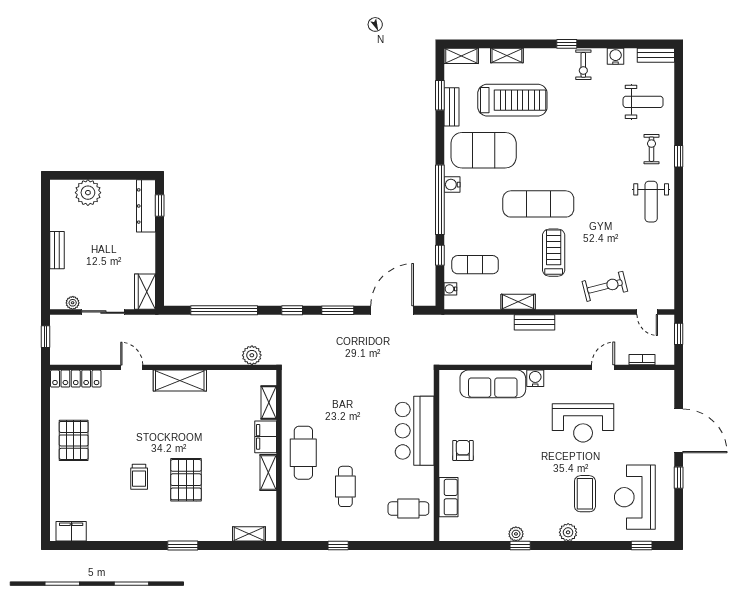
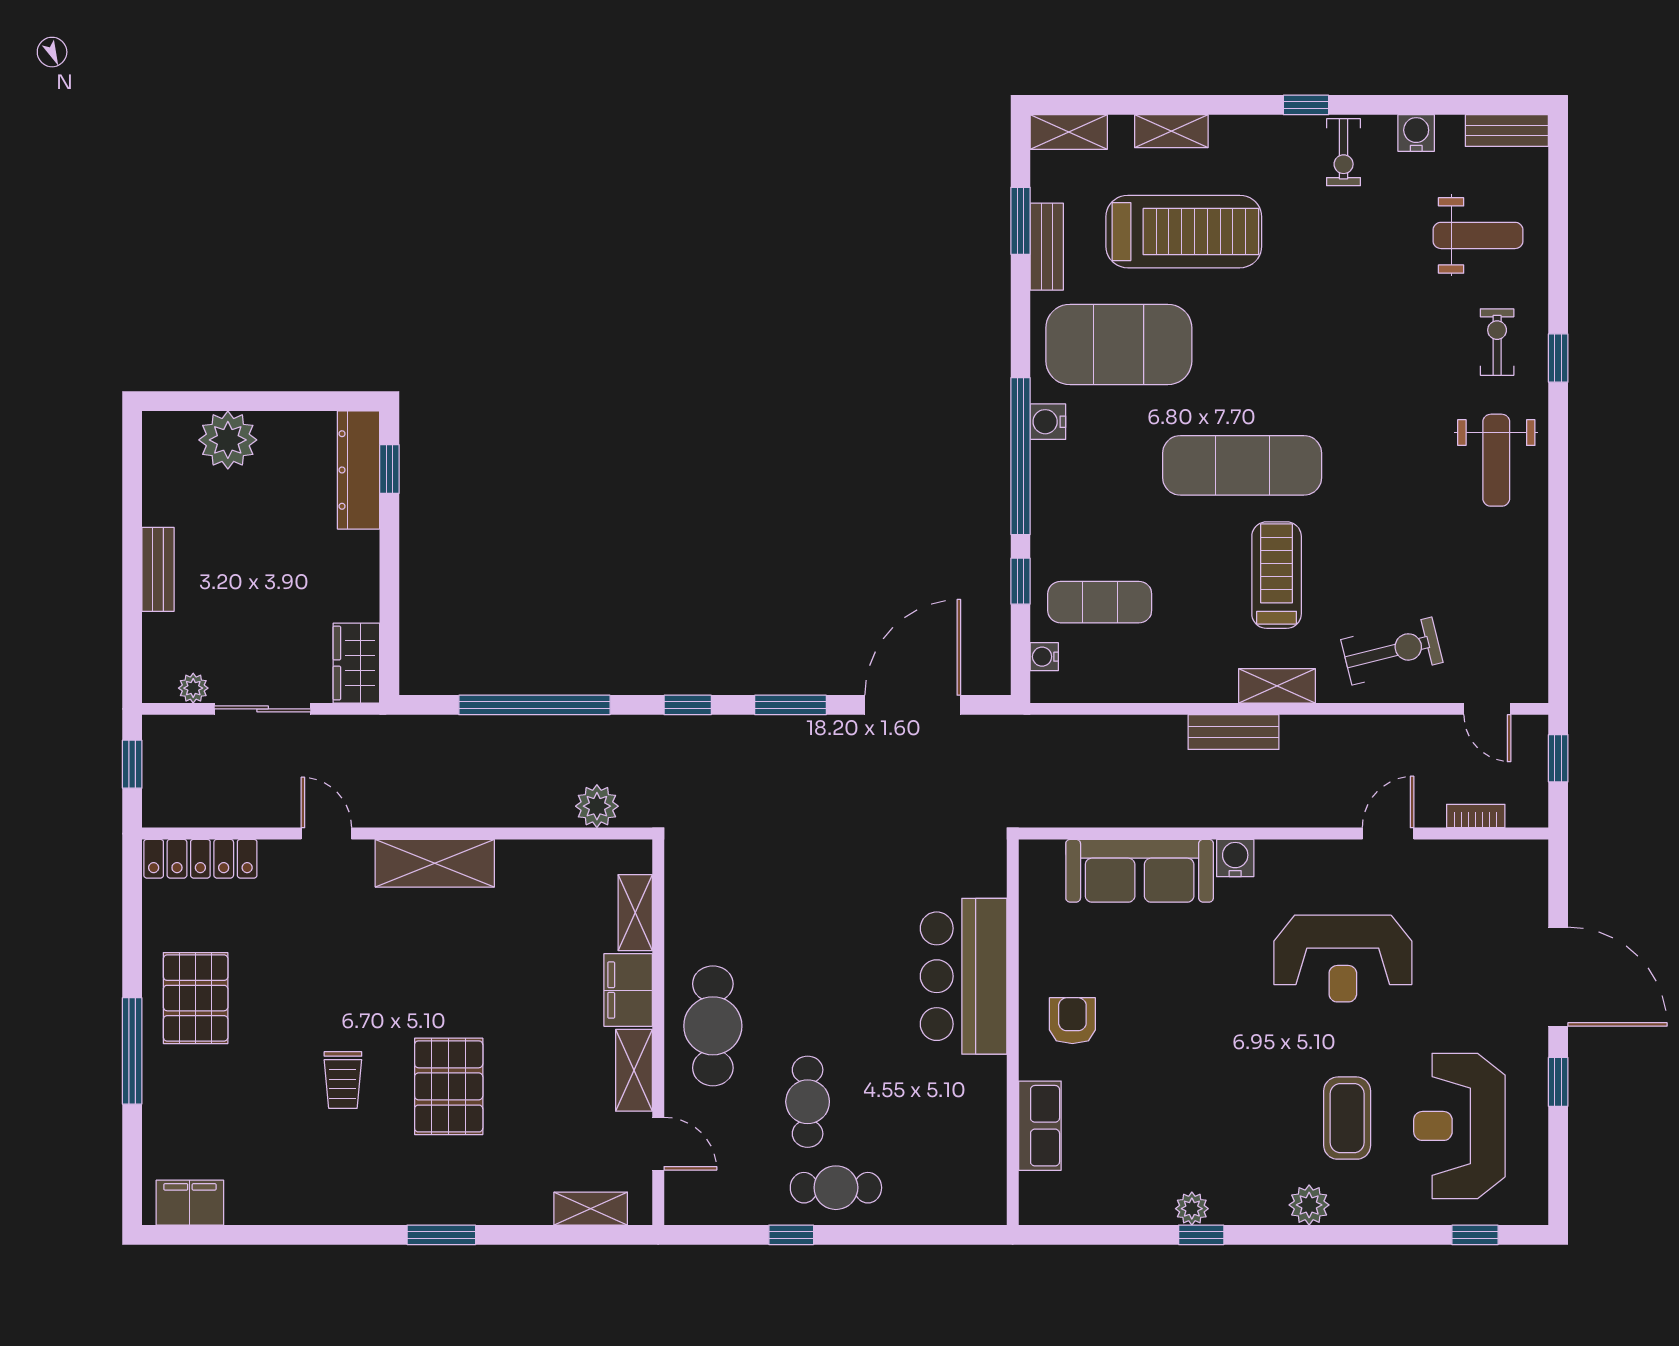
shelving: (518, 302) -> (1277, 686), moved
window: (45, 464) -> (132, 1051), added
door: (279, 505) -> (658, 1144), added
cafe table: (408, 509) -> (836, 1188), moved

